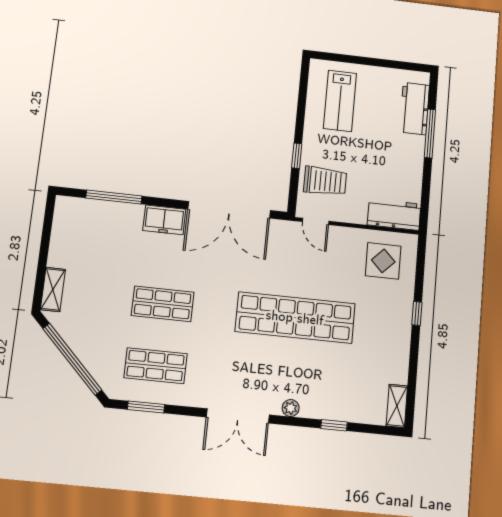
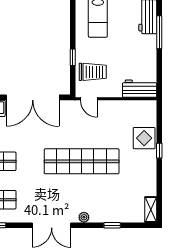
display table: (383, 261) -> (144, 138), moved

